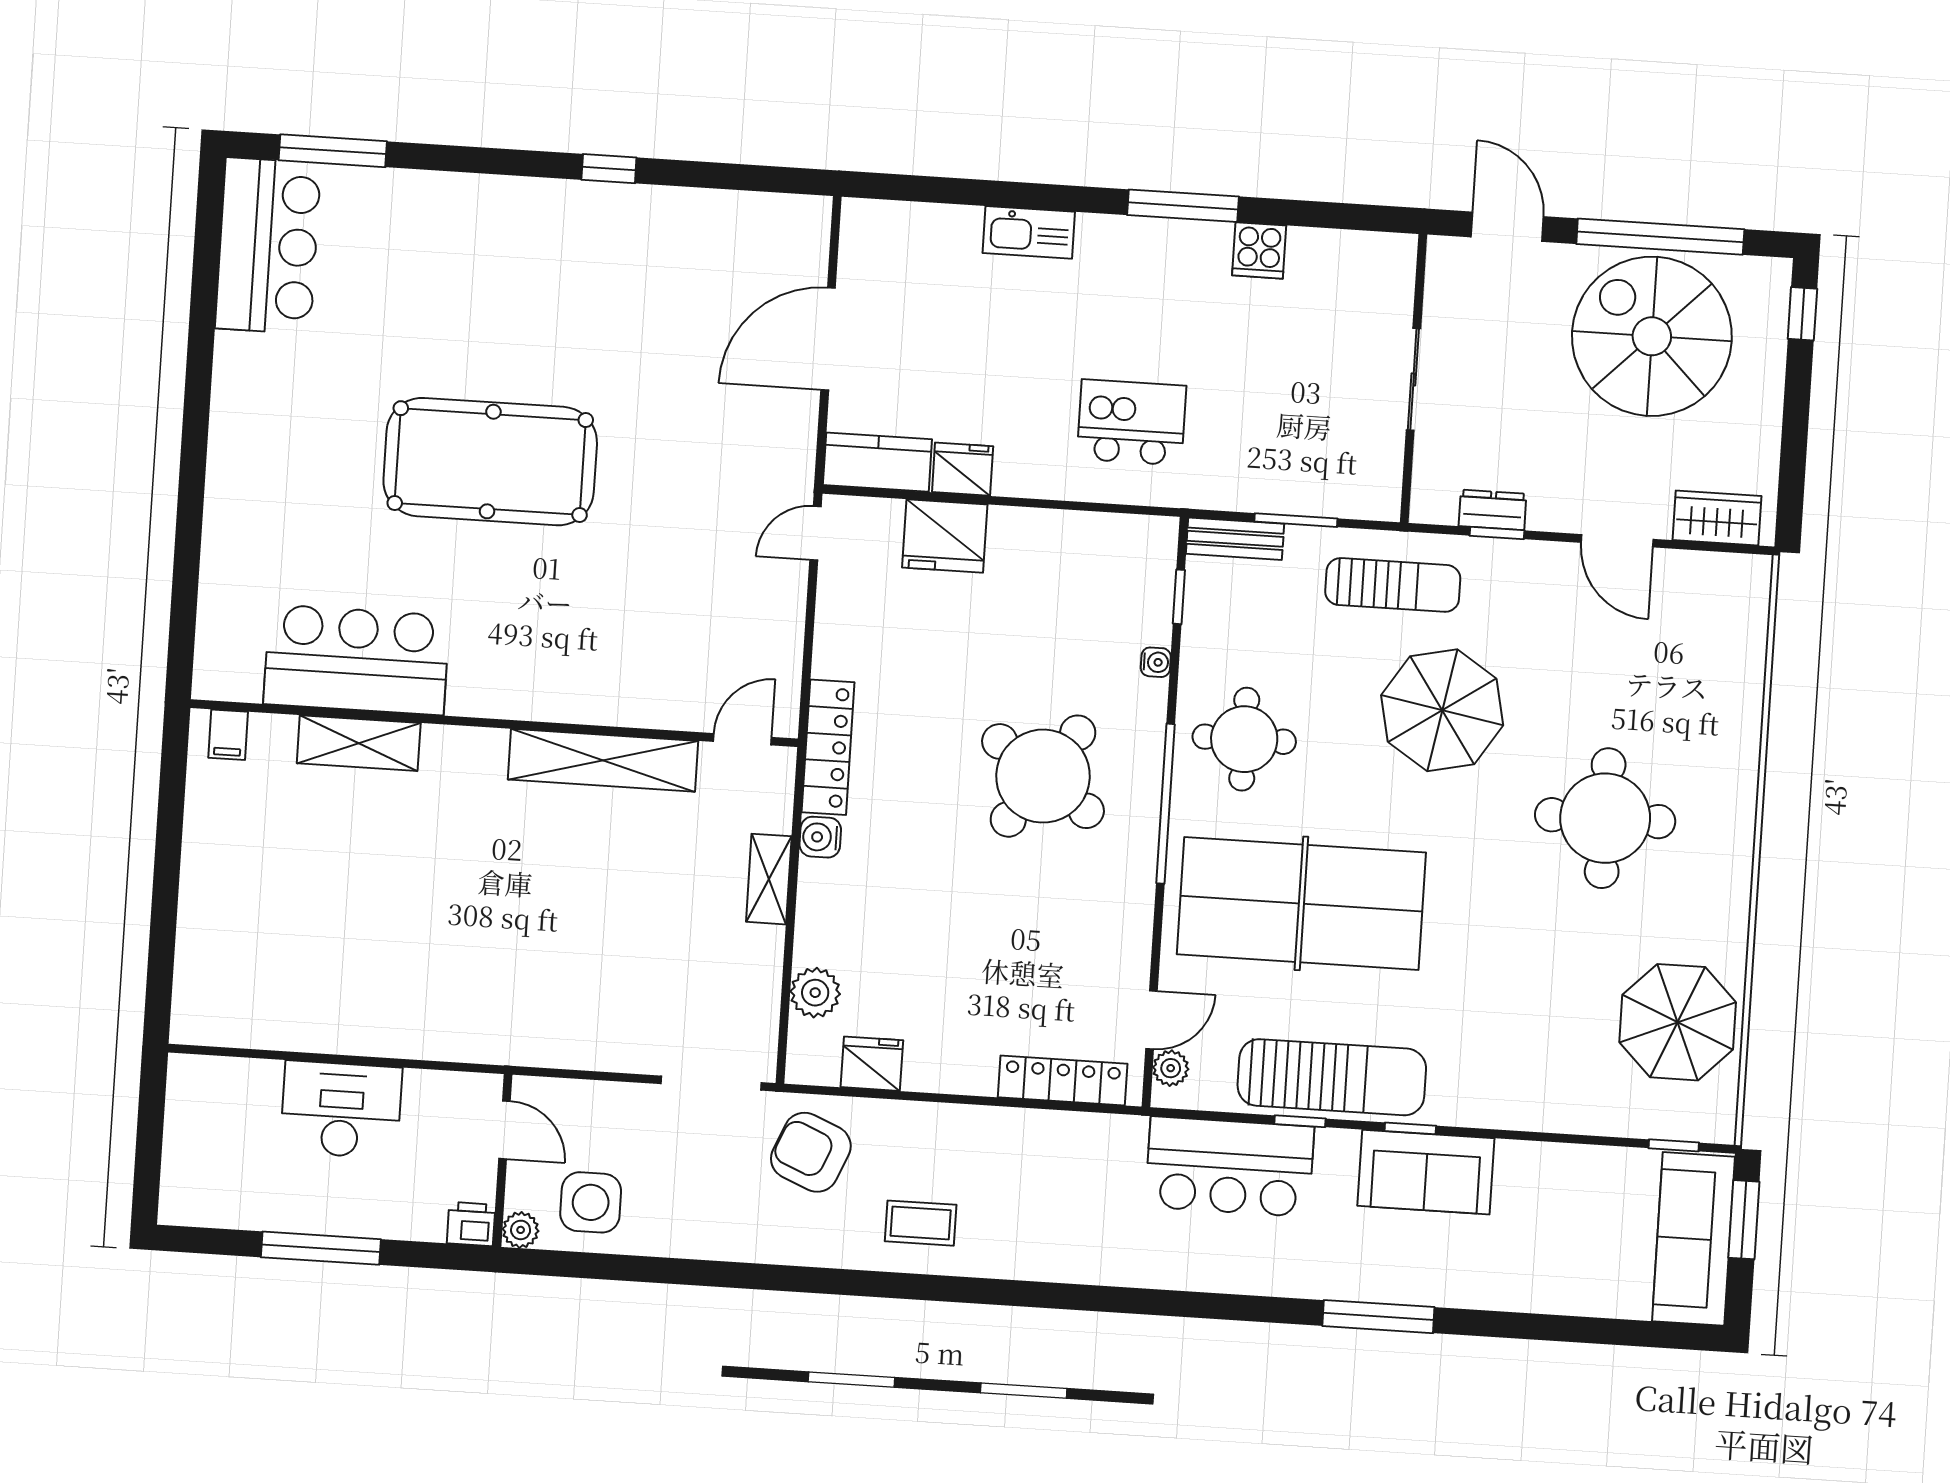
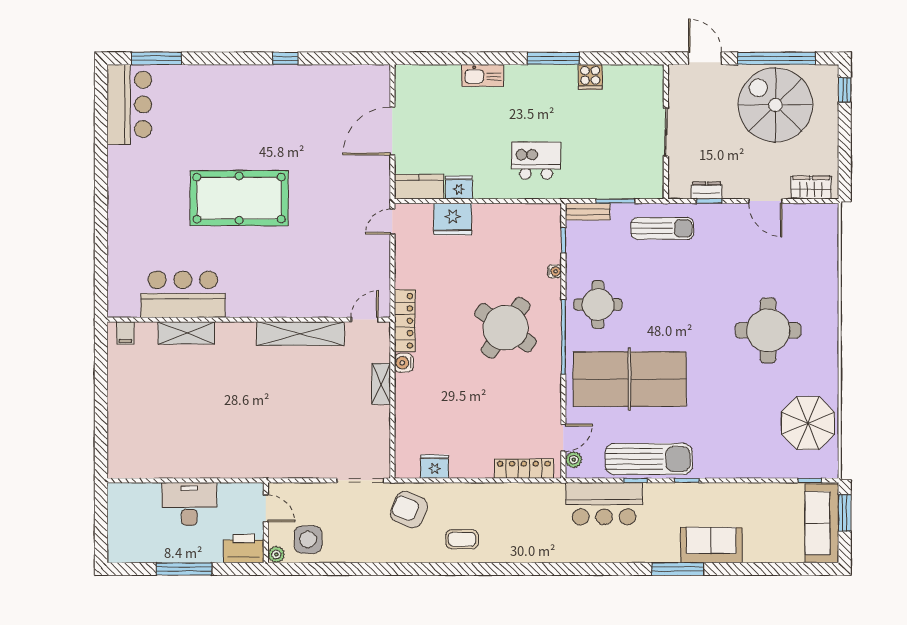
parasol: (1442, 710) -> (689, 285), removed
plant: (815, 993) -> (406, 435), removed
sofa: (1426, 1172) -> (711, 545), moved, turned 180
printer: (471, 1224) -> (244, 548), width x1.87, depth x1.48

